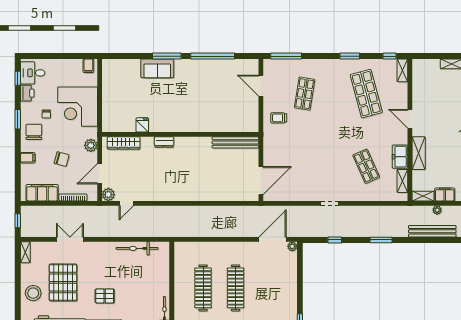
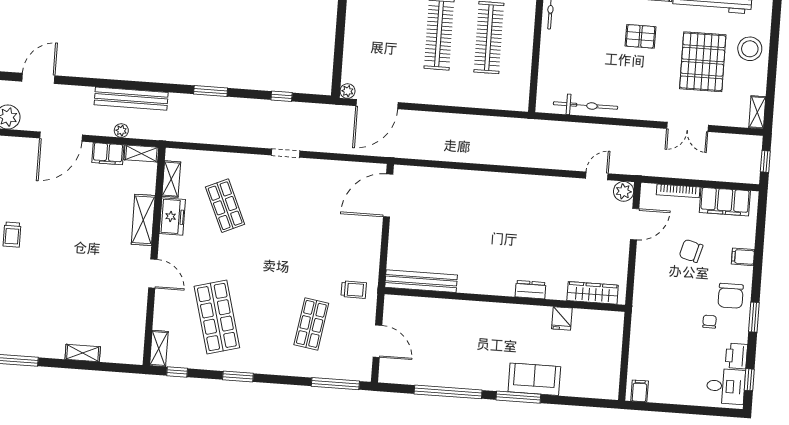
corner desk: (78, 107) -> (661, 329), removed
fridge: (142, 125) -> (562, 318), moved
wall: (180, 134) -> (505, 300), moved
dresser: (164, 142) -> (530, 290), moved
bench: (235, 142) -> (421, 281), moved
wardrobe: (124, 143) -> (593, 293), moved
plant: (91, 145) -> (645, 269), removed

